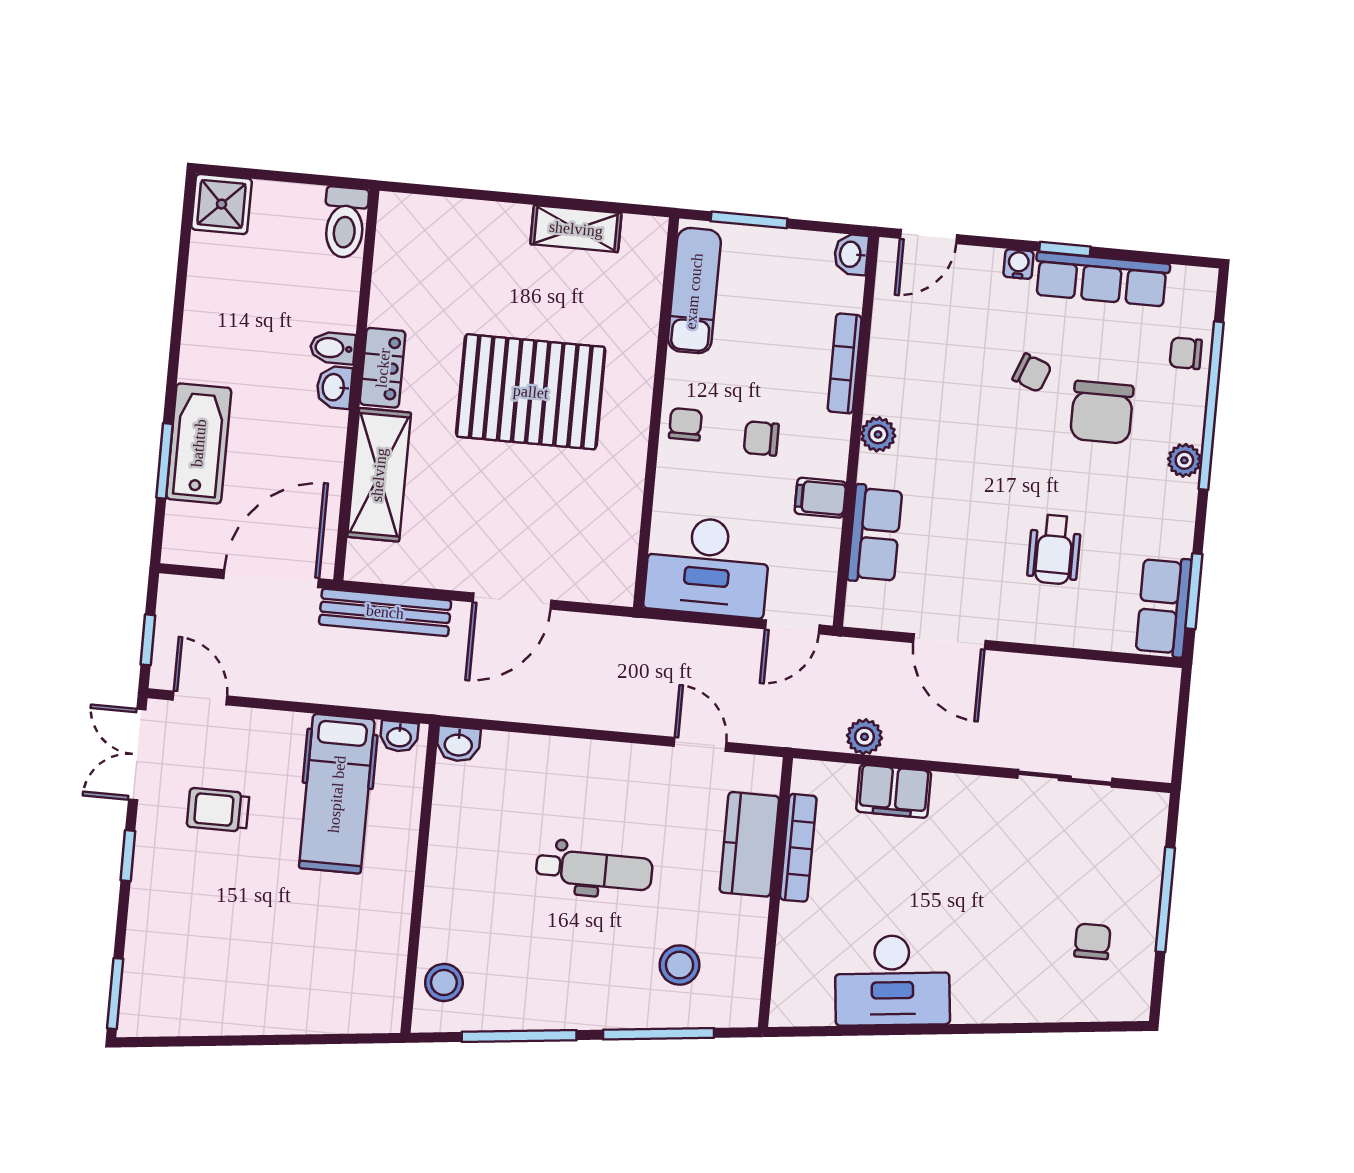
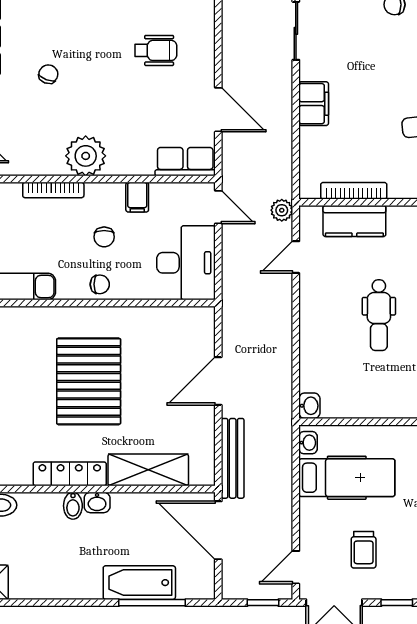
locker: (383, 368) -> (70, 474), width x1.53
chair: (1102, 412) -> (69, 29), removed
chair: (685, 424) -> (100, 284), turned 180
plant: (878, 434) -> (86, 156), width x1.87, depth x1.87
window: (164, 461) -> (152, 603), width x1.44
row of seats: (875, 534) -> (185, 162), moved
door: (512, 601) -> (218, 381), swing flipped
door: (949, 642) -> (218, 110), hinge flipped
plant: (864, 737) -> (282, 210), moved
filing cabinet: (894, 791) -> (314, 104), moved
dental chair: (594, 870) -> (379, 315), turned 180

